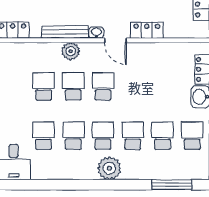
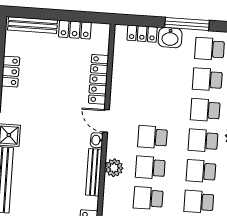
locker: (147, 30) -> (99, 79), width x1.53
door: (116, 40) -> (106, 121), swing flipped

